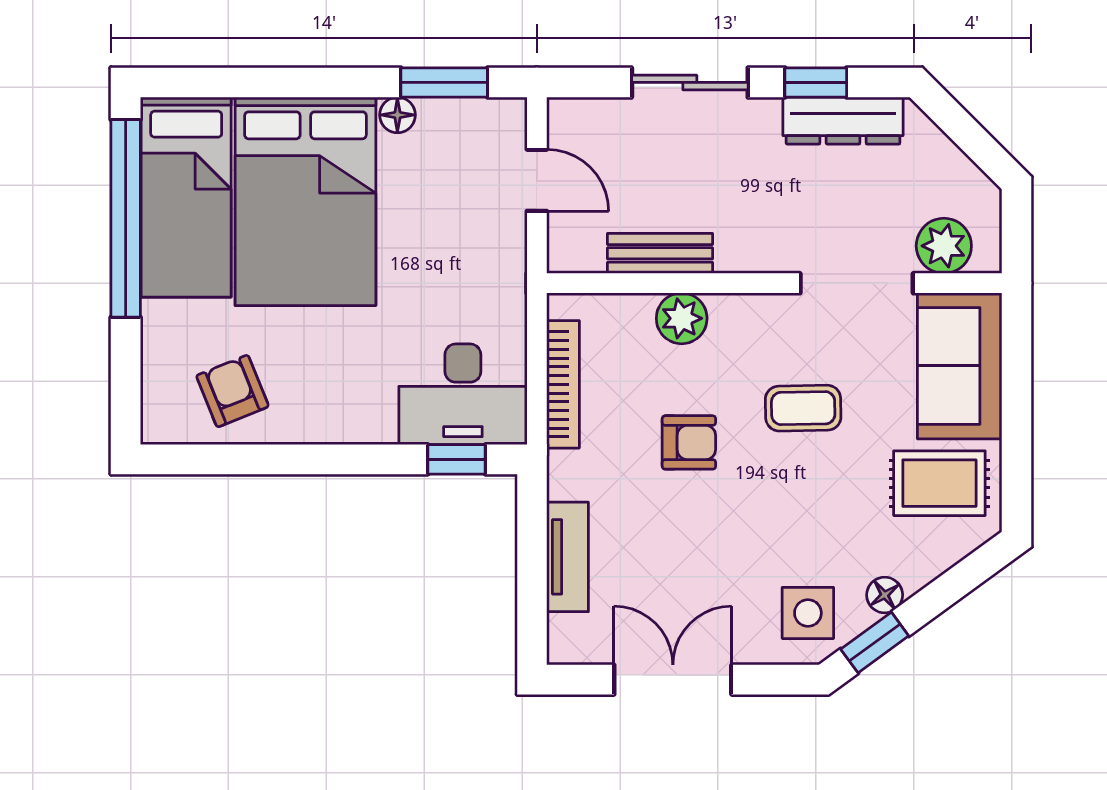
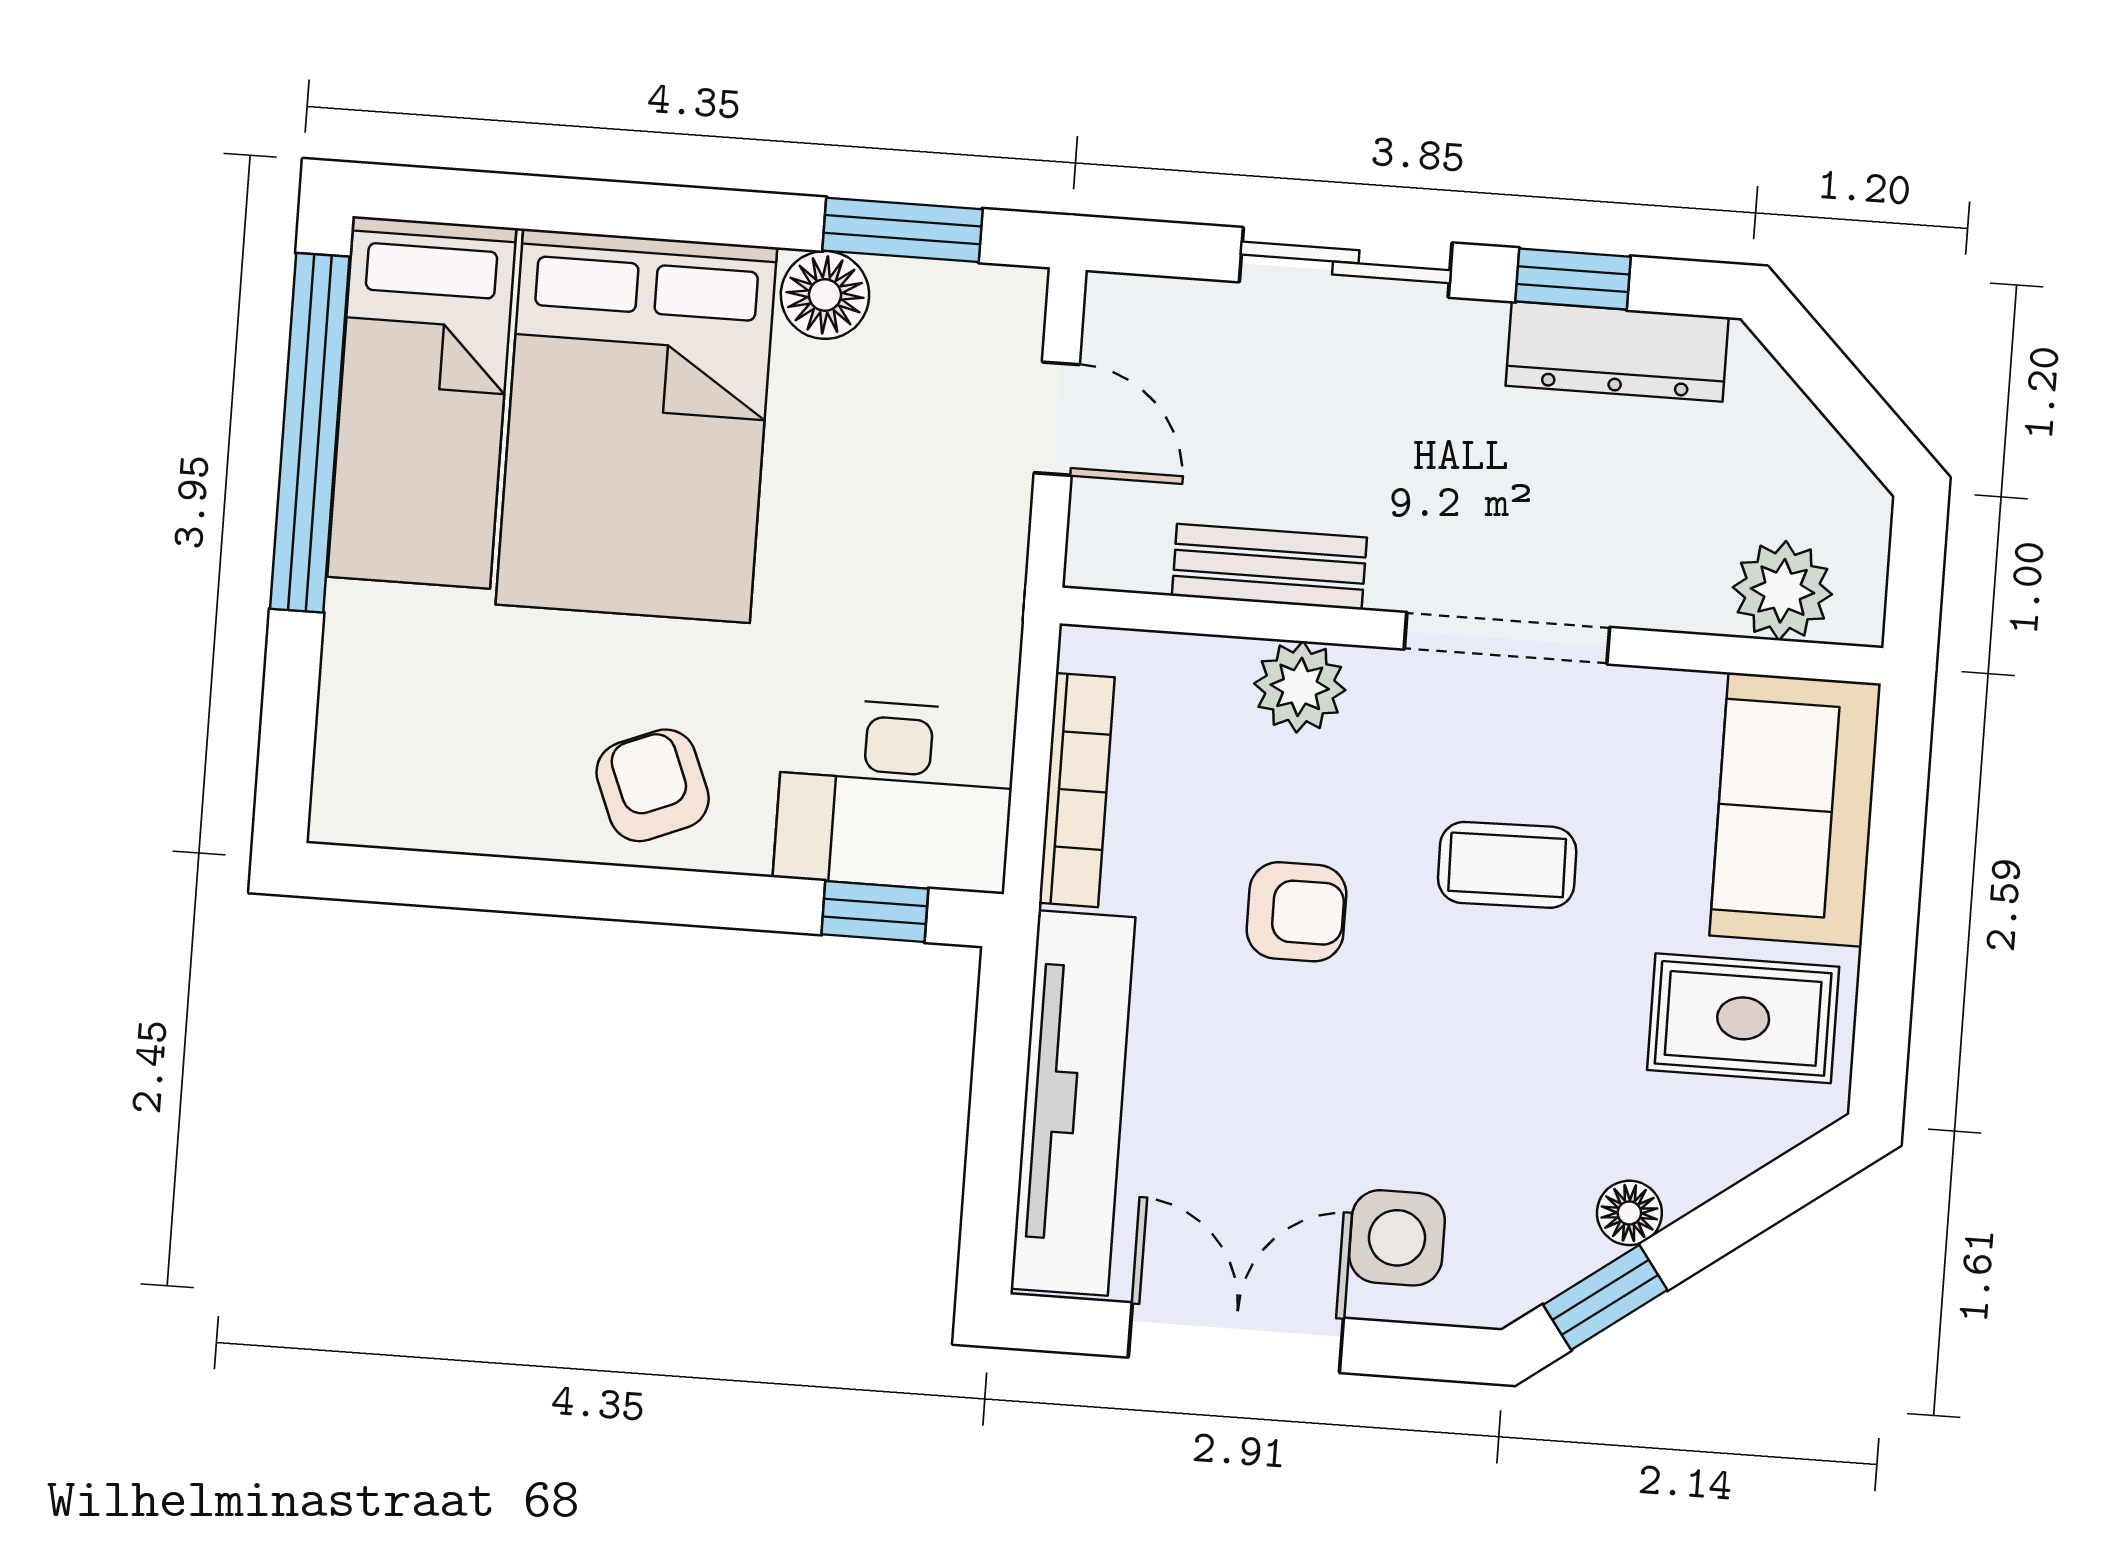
floor lamp: (397, 115) -> (825, 295), width x1.37, depth x1.37
doorway: (857, 283) -> (1507, 638), moved
armchair: (232, 391) -> (653, 785), moved
tv unit: (568, 557) -> (1073, 1103), width x1.92, depth x1.29
side table: (808, 613) -> (1397, 1238), moved

